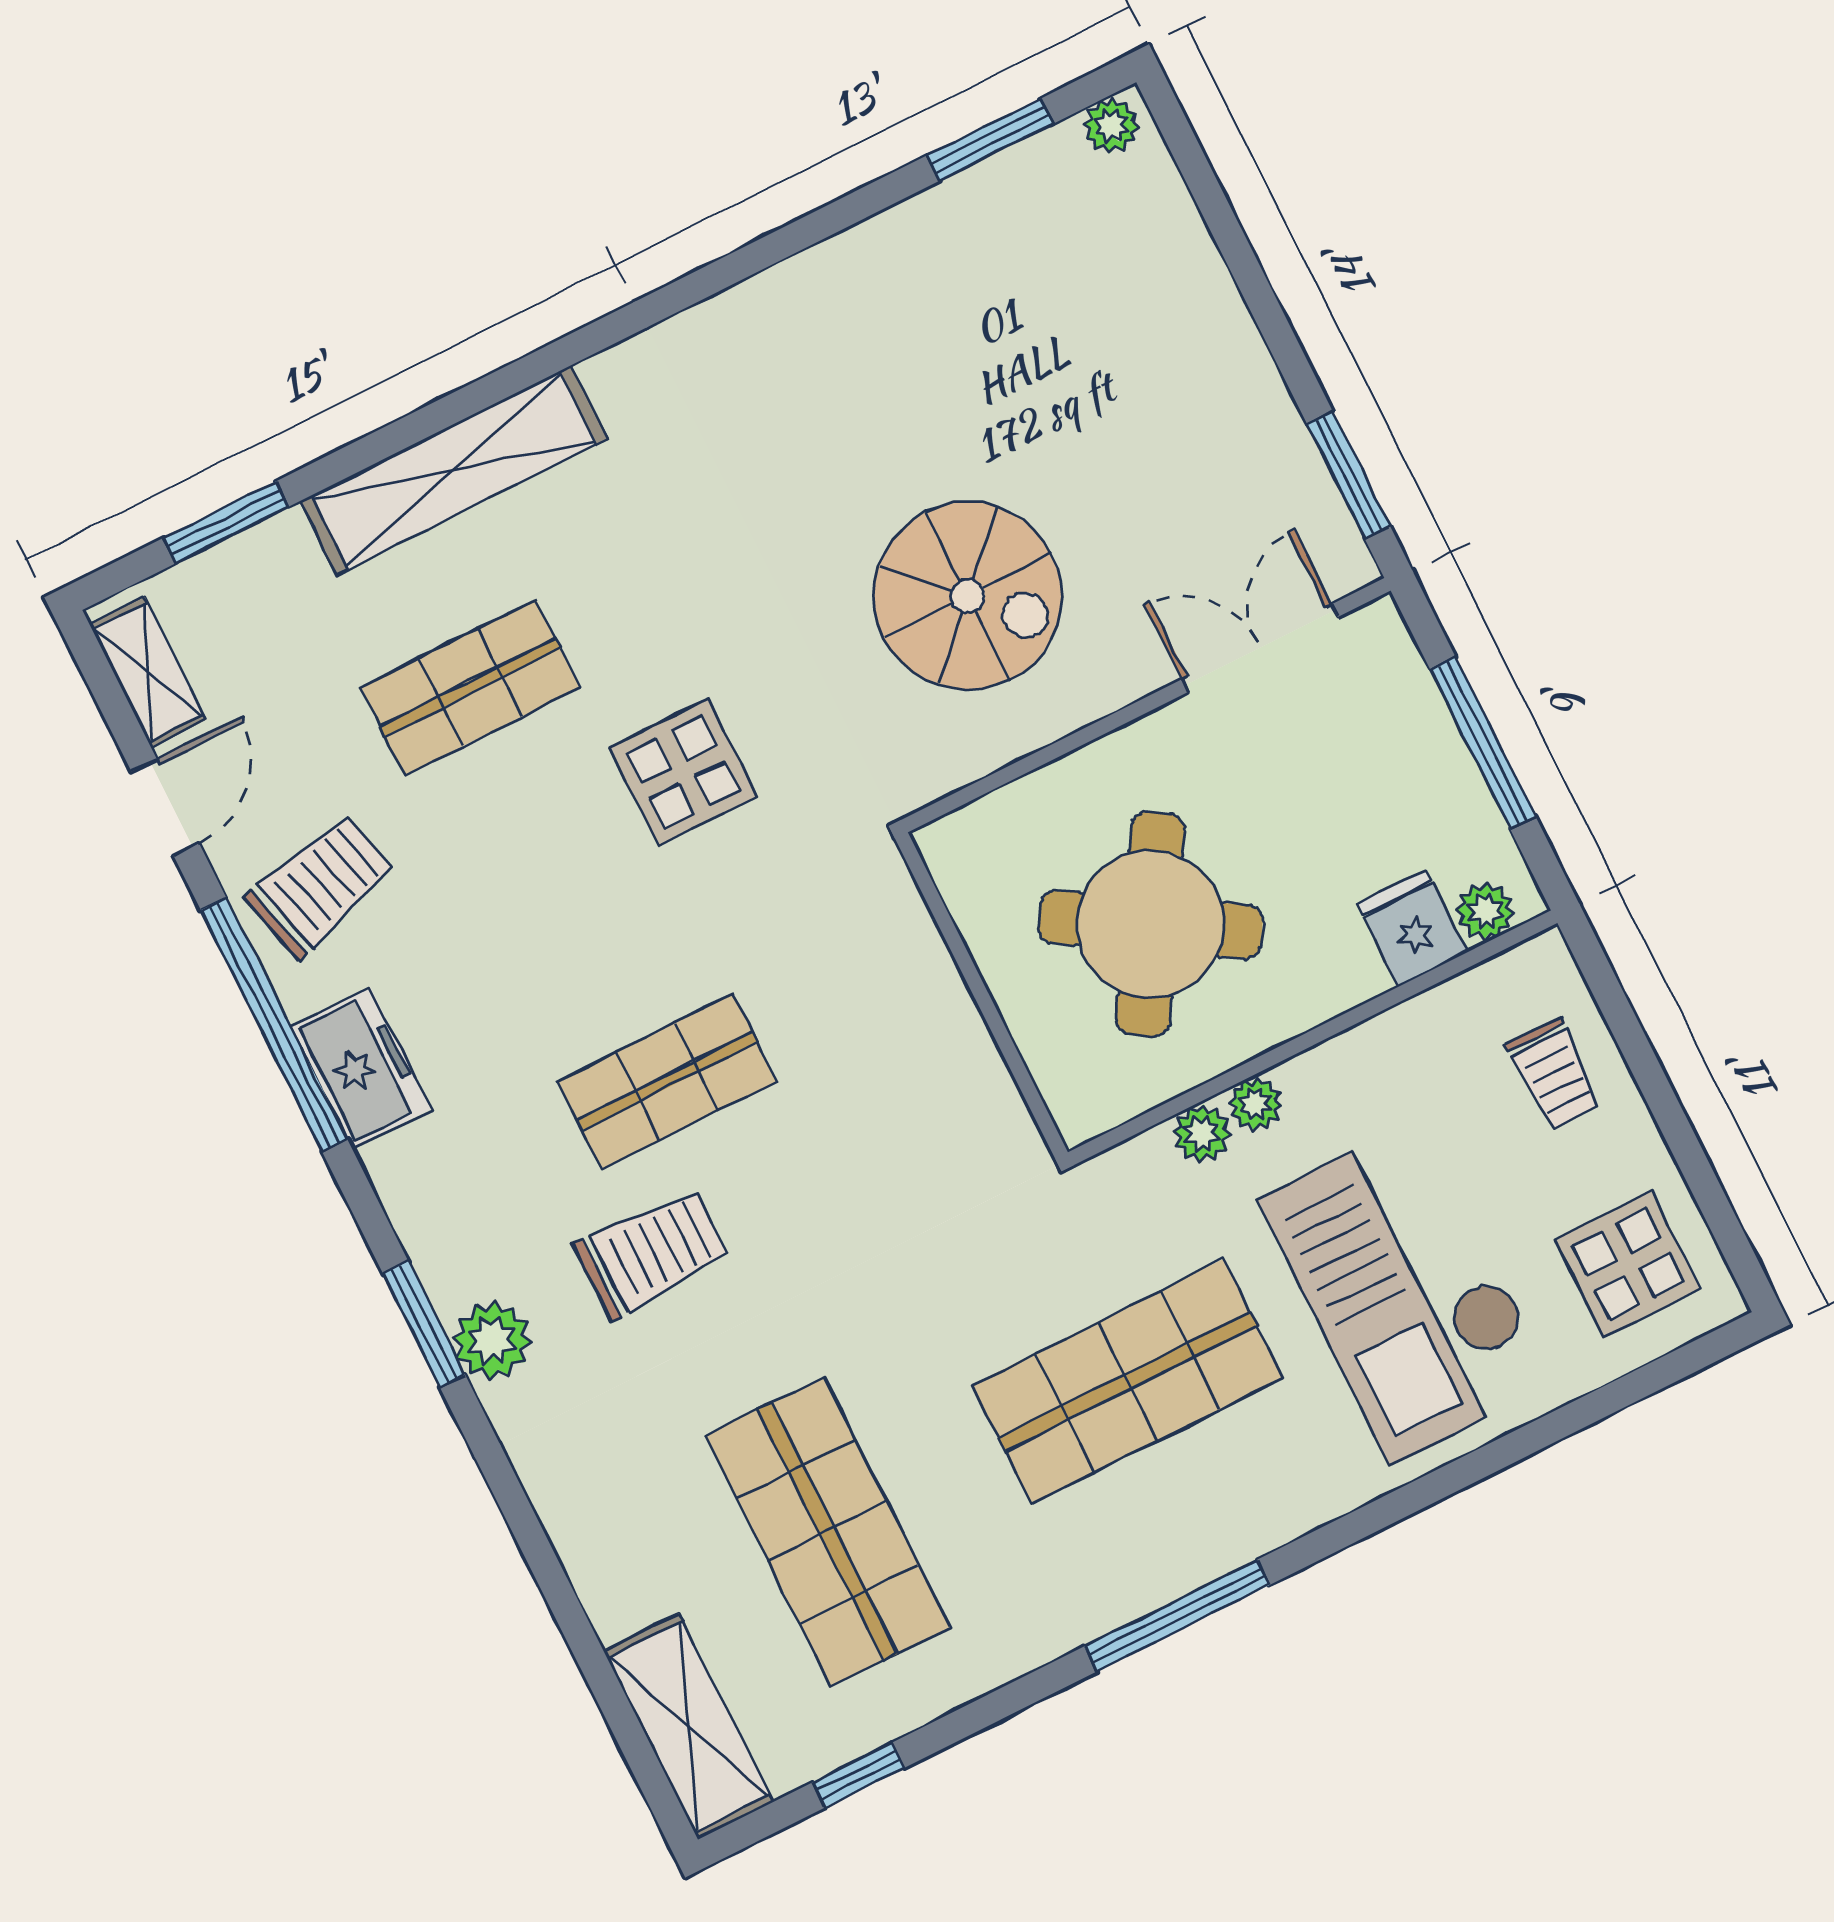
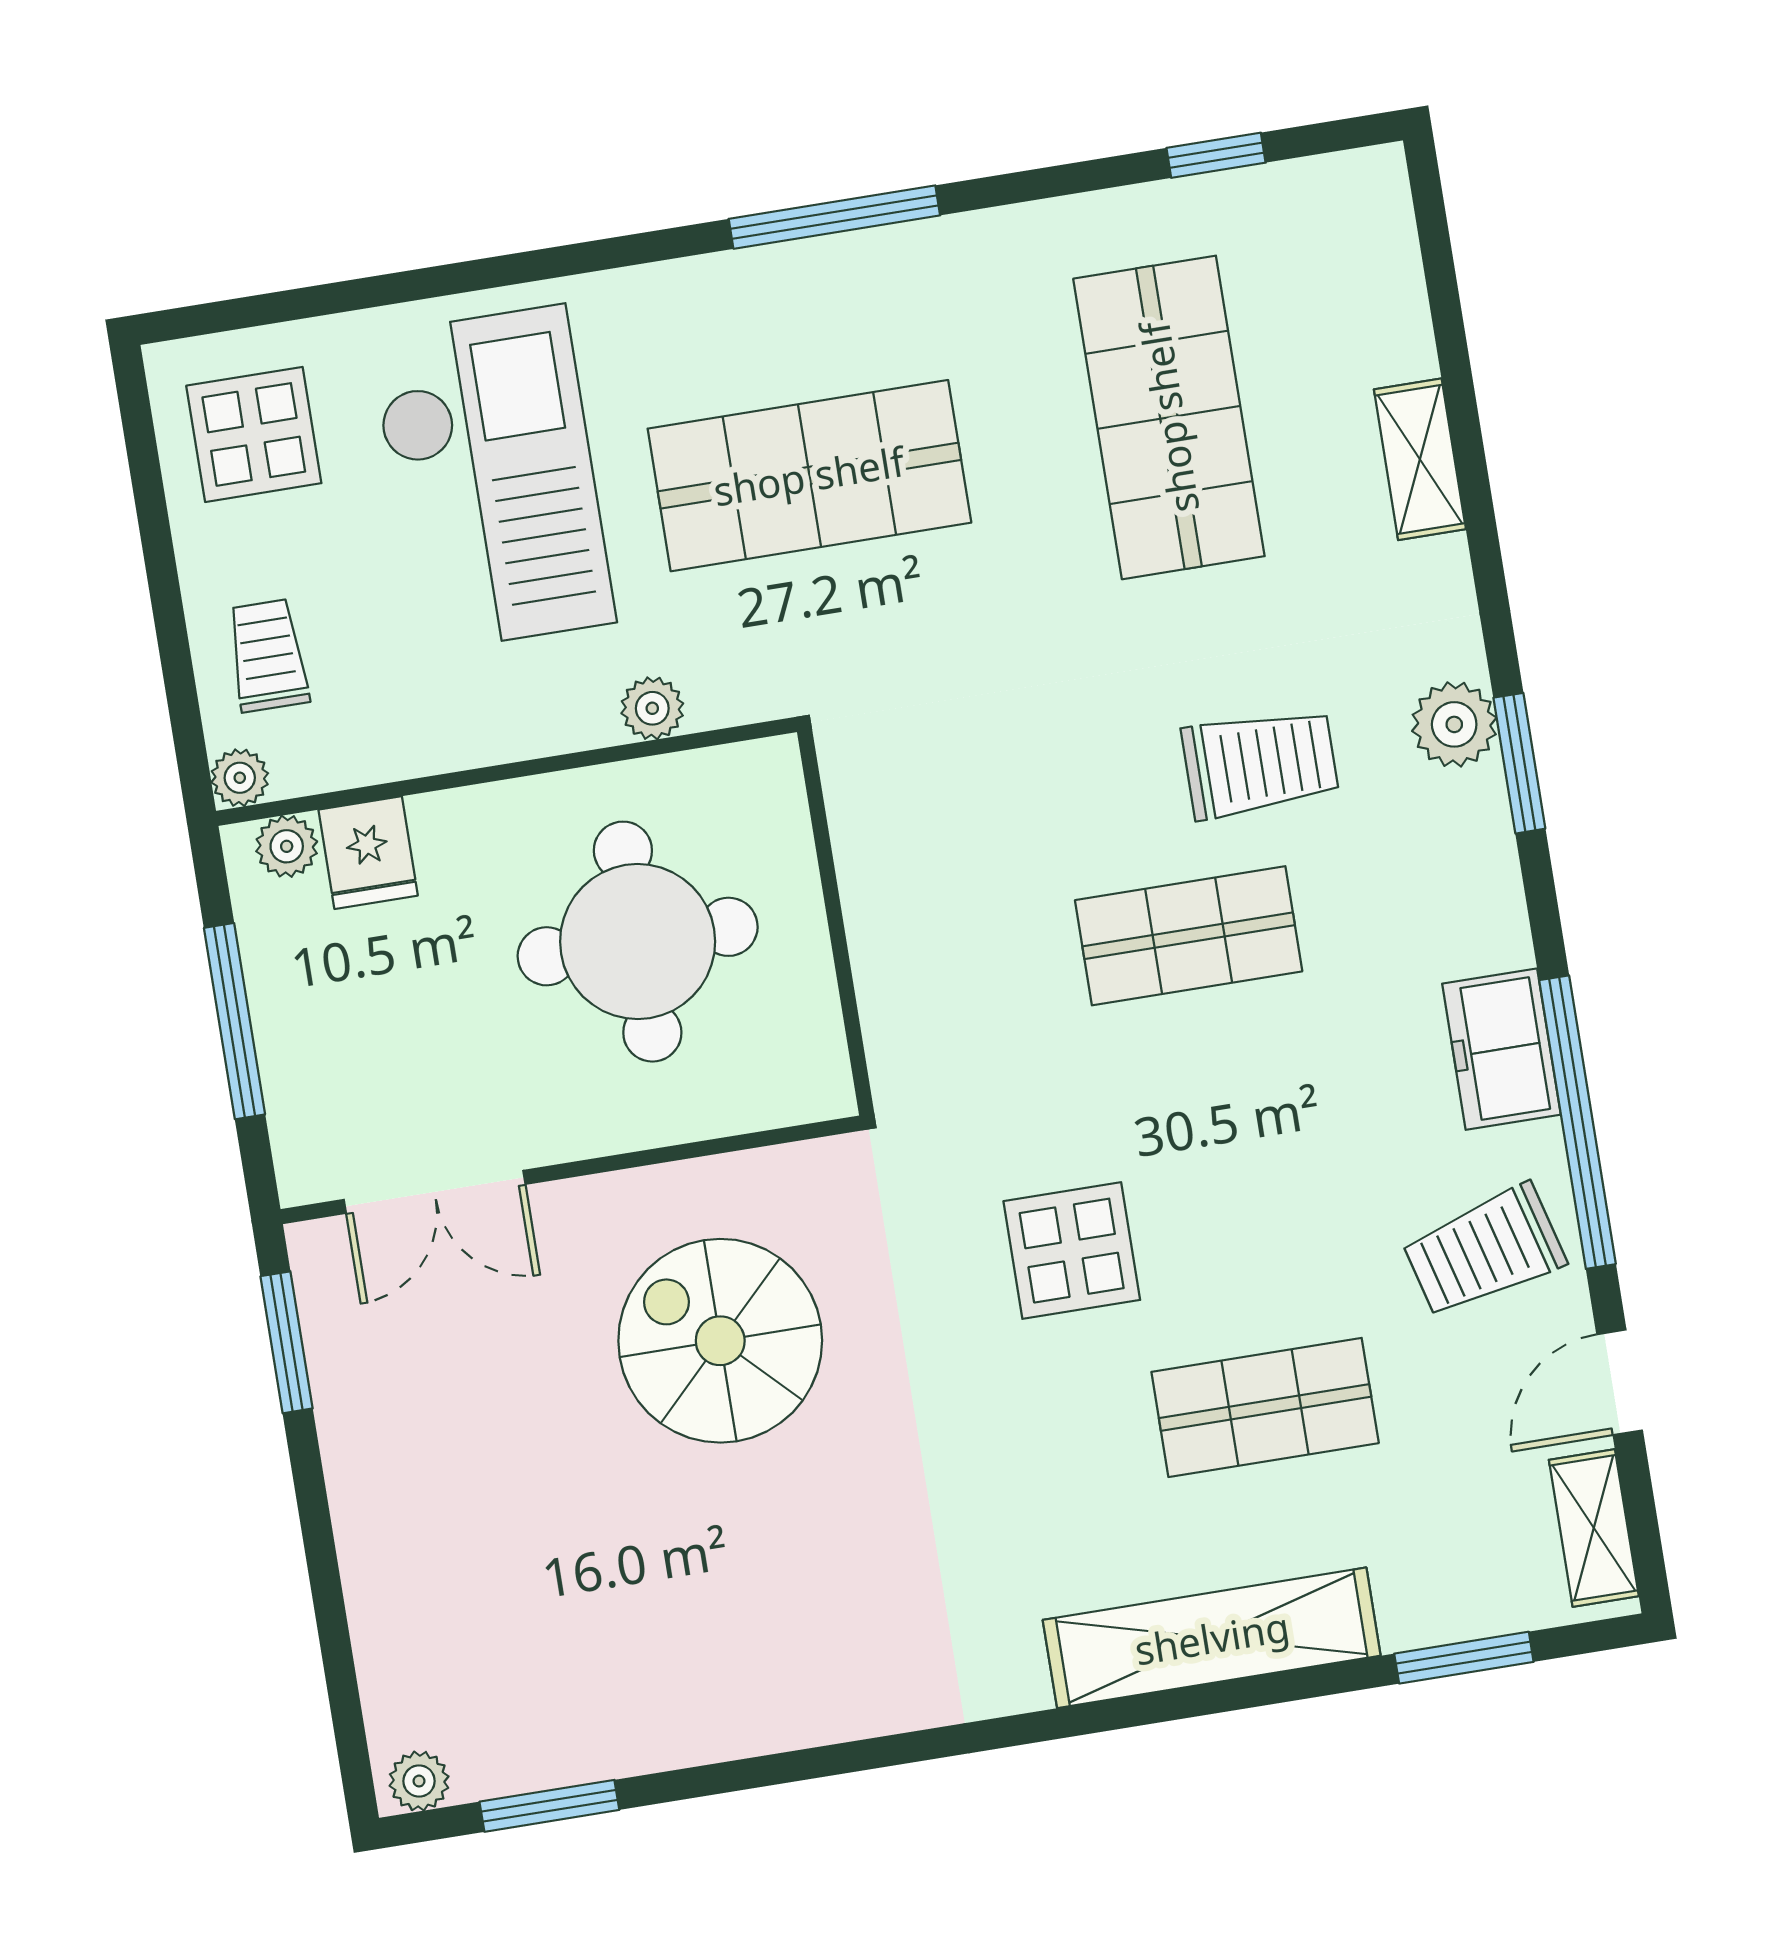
round table: (1150, 924) -> (638, 942), turned -31
plant: (1255, 1104) -> (240, 778), moved
trolley: (652, 1253) -> (1260, 763), turned 180
shelving: (688, 1727) -> (1420, 459), moved, width x0.67, depth x0.75

